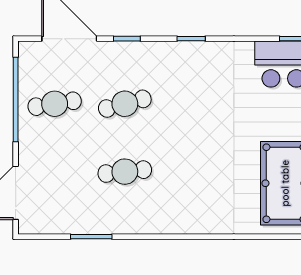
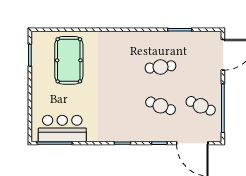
cafe table: (55, 104) -> (201, 106), turned 33
cafe table: (125, 104) -> (161, 106), turned 36

